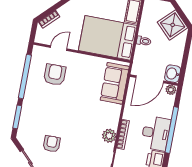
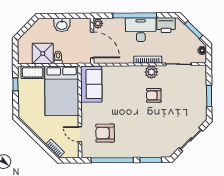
shower: (173, 25) -> (43, 54), moved, turned 45
washbasin: (173, 74) -> (62, 25), moved
sofa: (115, 83) -> (91, 84), moved, turned -90
armchair: (52, 144) -> (154, 95), moved

